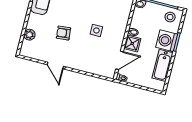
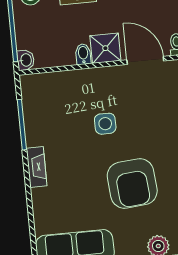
armchair: (63, 33) -> (132, 183), width x1.88, depth x1.88

